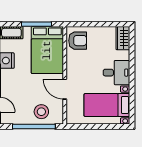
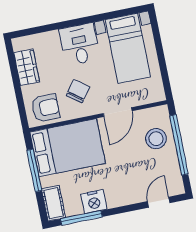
wardrobe: (123, 38) -> (27, 67), moved, turned -90
armchair: (78, 41) -> (46, 108), turned 90
chair: (85, 65) -> (78, 91), added

